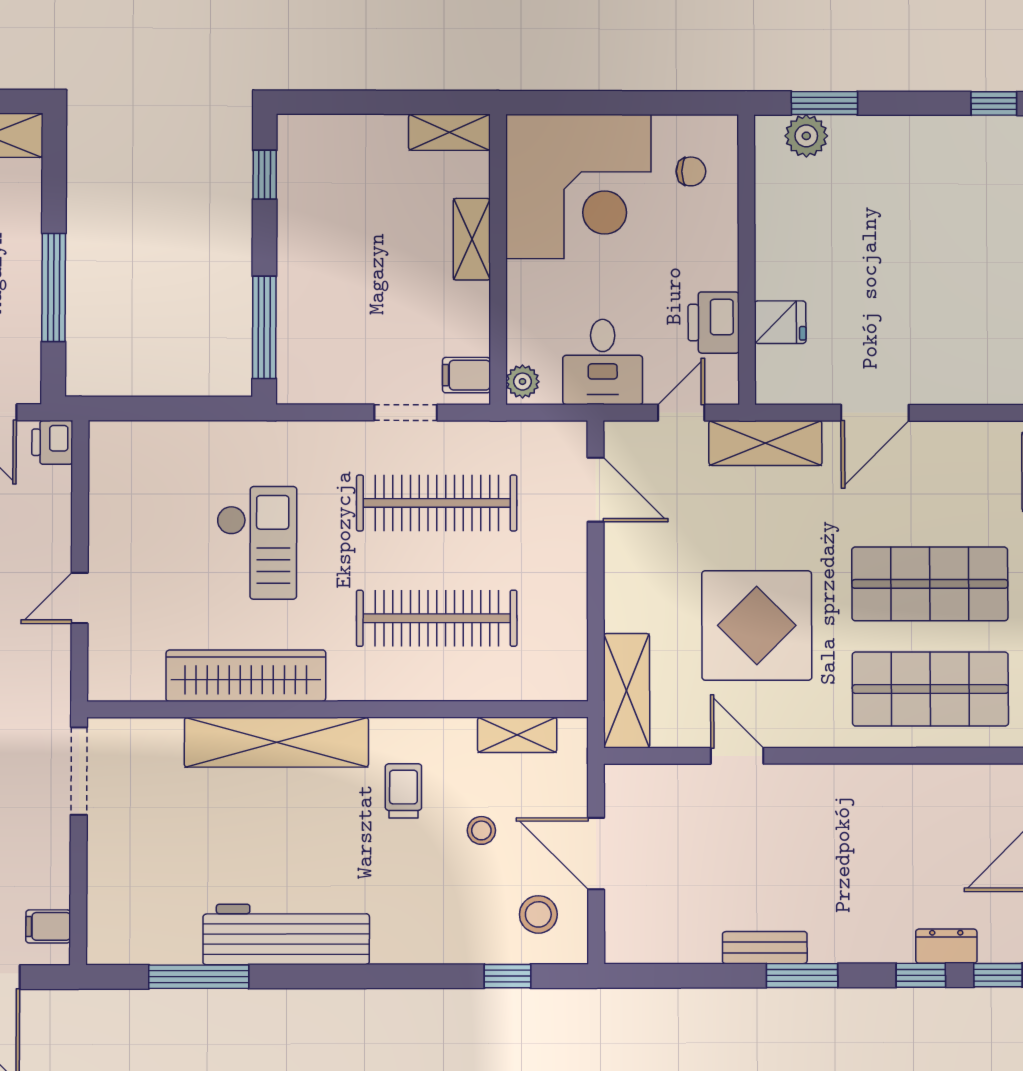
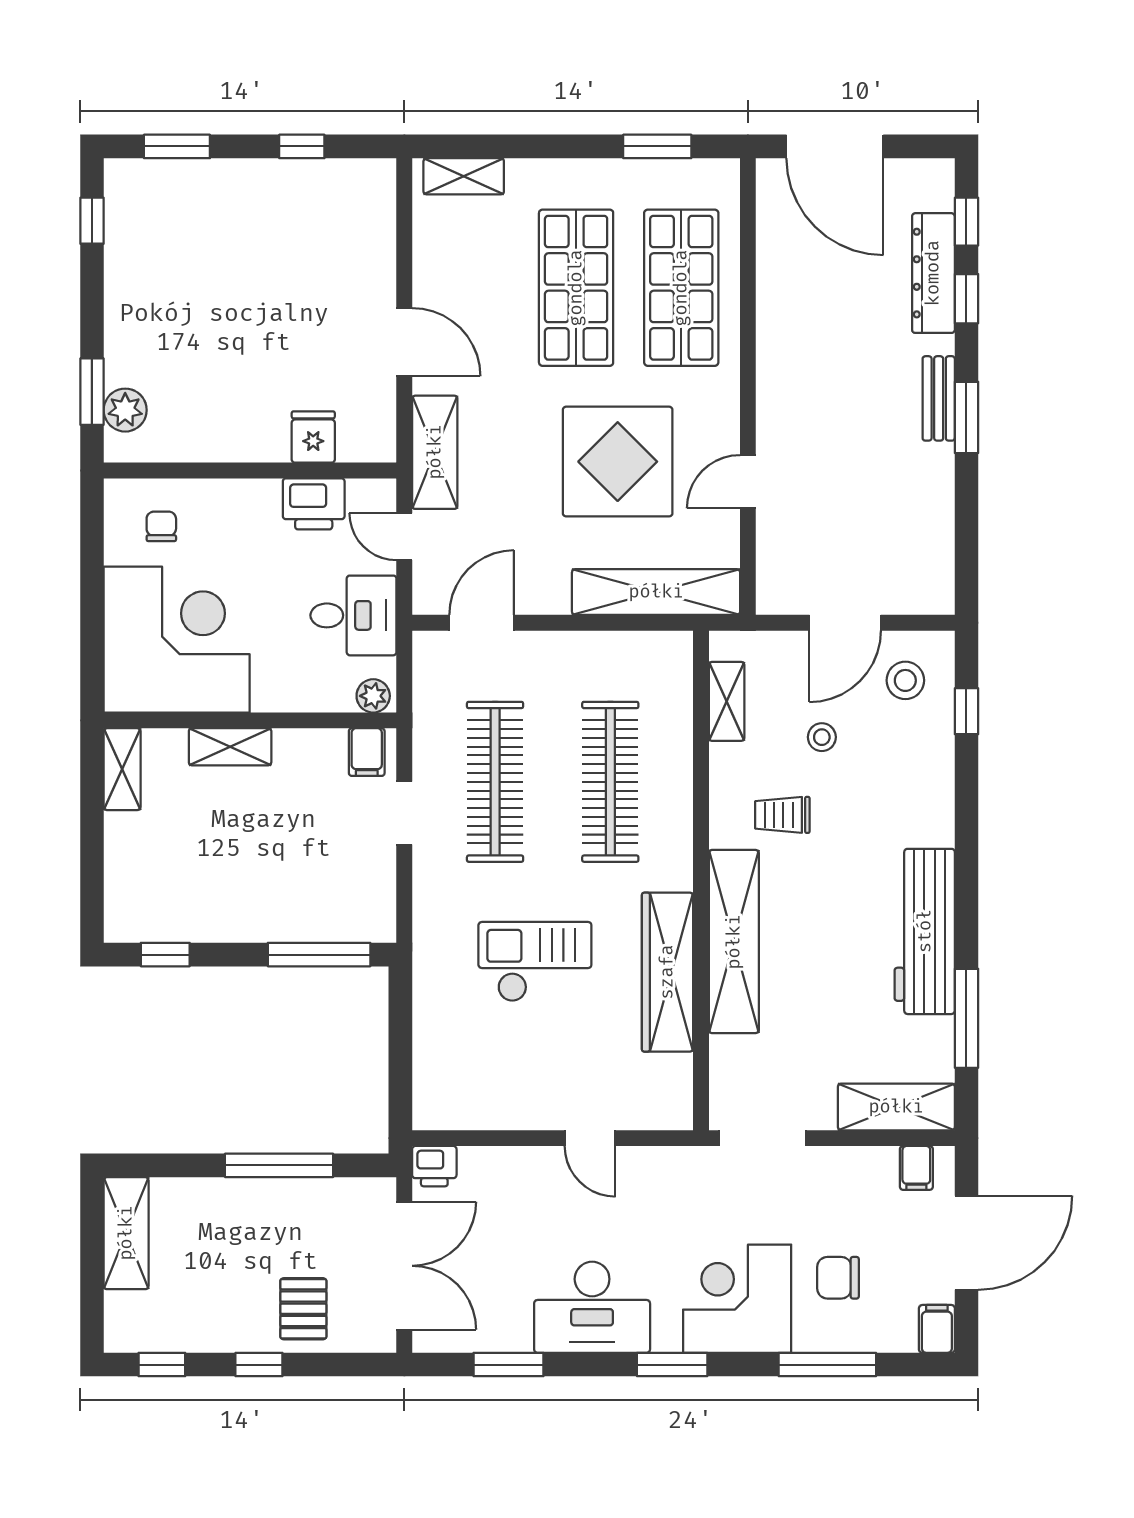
shelving: (627, 691) -> (656, 592), width x1.47
shelving: (110, 906) -> (896, 1107), added
dresser: (946, 946) -> (933, 273), width x1.96, depth x1.24
bench: (765, 948) -> (939, 398), moved

